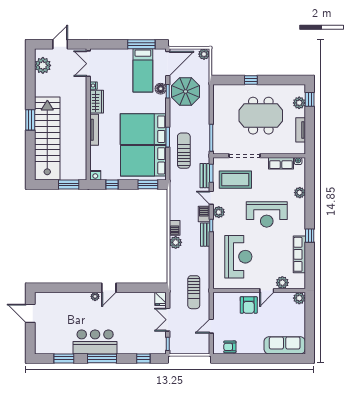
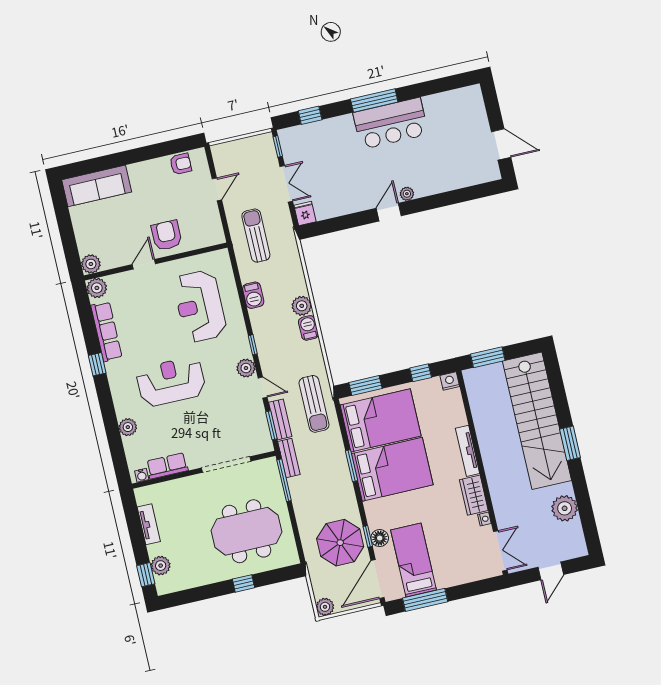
plant: (43, 65) -> (565, 508), moved
meeting table: (261, 116) -> (247, 531), moved
sun lounger: (184, 151) -> (314, 404), moved
coffee table: (235, 180) -> (232, 424), removed
barbecue: (204, 214) -> (253, 295), moved
bench: (205, 235) -> (289, 458), moved
plant: (282, 283) -> (97, 288), moved
window: (64, 358) -> (433, 87), removed

